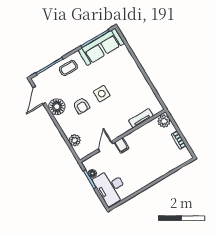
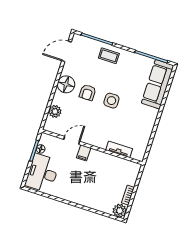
sofa: (101, 47) -> (158, 84), moved, turned 90
floor lamp: (57, 107) -> (66, 84), moved
plant: (164, 121) -> (120, 211), moved

